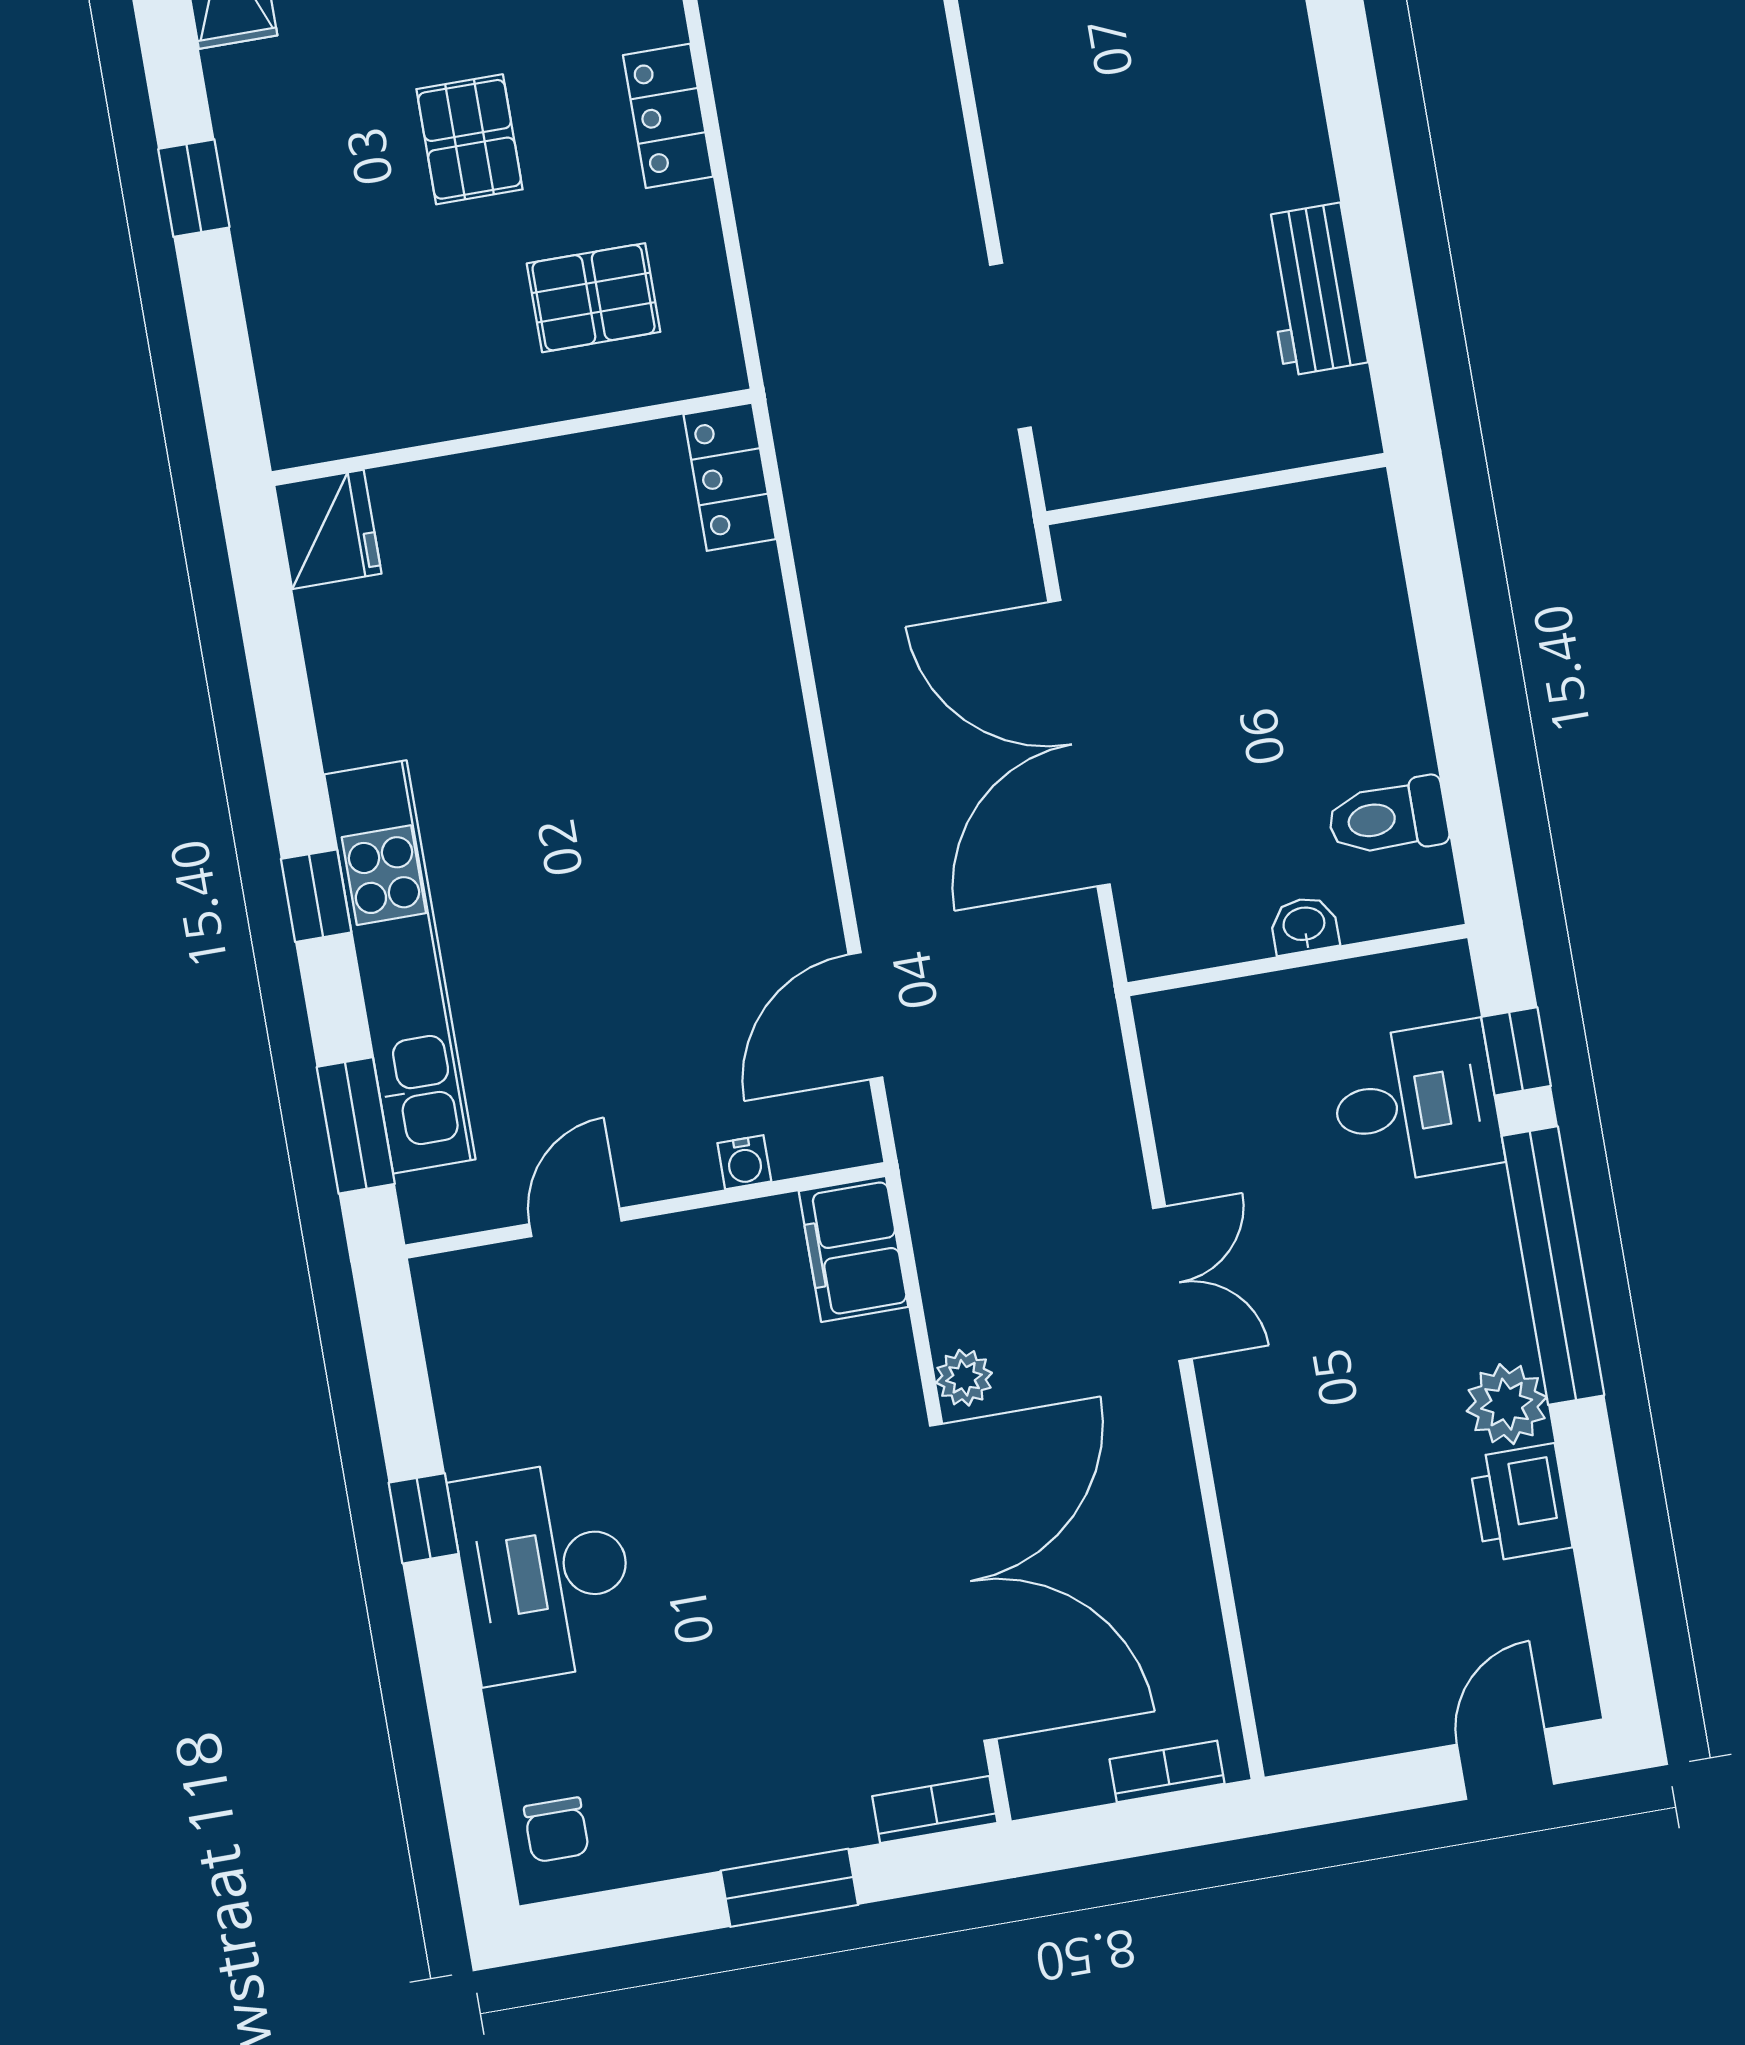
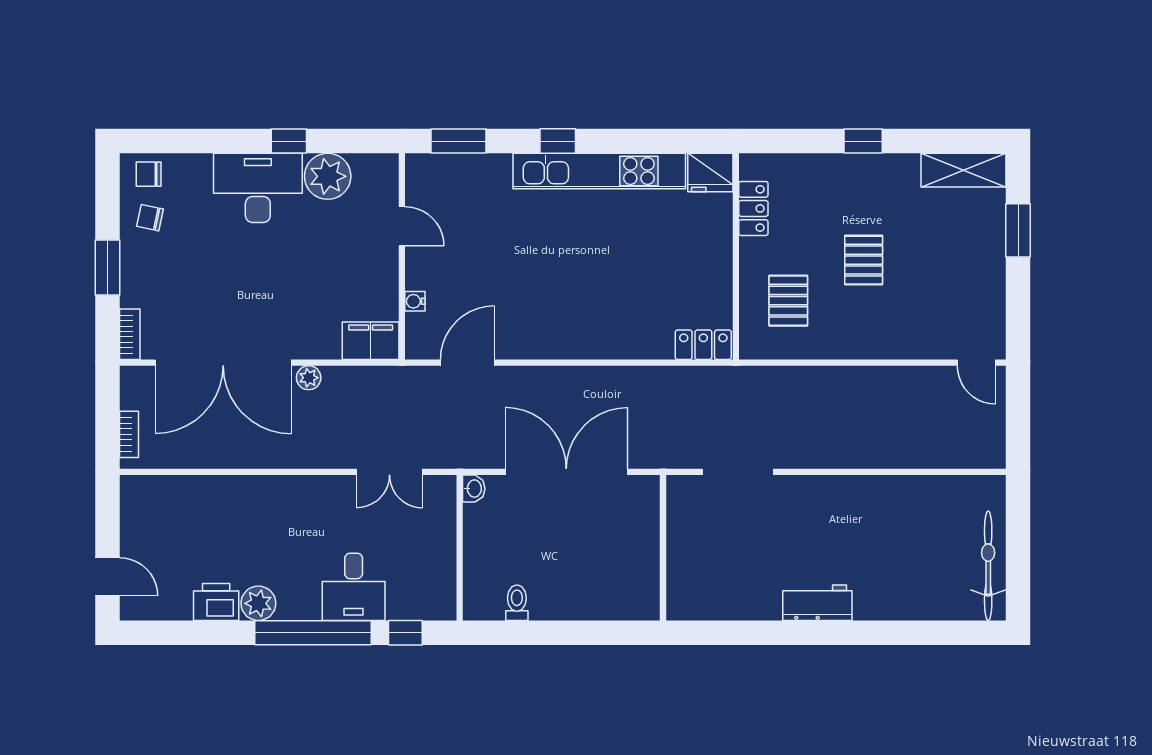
locker: (668, 116) -> (753, 208), moved, turned 90
pallet: (470, 139) -> (864, 260), turned 90
workbench: (1313, 290) -> (817, 603), moved
toilet: (1388, 818) -> (517, 603), width x0.73, depth x0.72
washbasin: (1304, 925) -> (474, 489), moved
kitchen unit: (400, 967) -> (599, 171), moved
door: (865, 1016) -> (468, 363), hinge flipped
desk: (1416, 1103) -> (354, 587), moved
double door: (1172, 1284) -> (389, 472), moved
plant: (490, 1414) -> (328, 176), added
chair: (657, 1810) -> (150, 218), added

